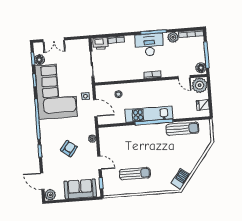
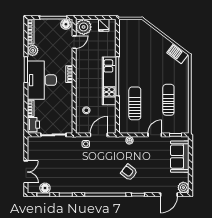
desk: (149, 45) -> (42, 80), width x1.36, depth x1.30
corner sofa: (56, 91) -> (78, 173), removed
sun lounger: (183, 129) -> (135, 103), moved
armchair: (69, 149) -> (129, 172), moved

